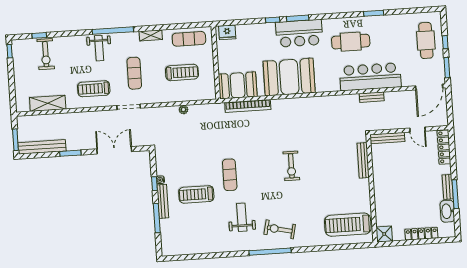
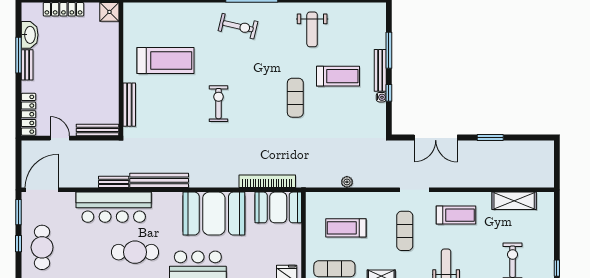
window: (15, 140) -> (557, 158), removed
bench: (42, 147) -> (159, 180), moved
weight bench: (242, 217) -> (312, 29), moved
treadmill: (348, 225) -> (166, 61), moved

